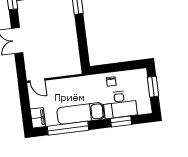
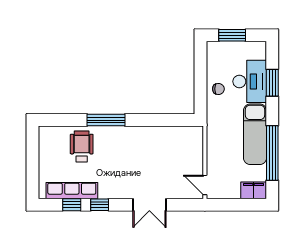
door: (37, 81) -> (205, 185), swing flipped

